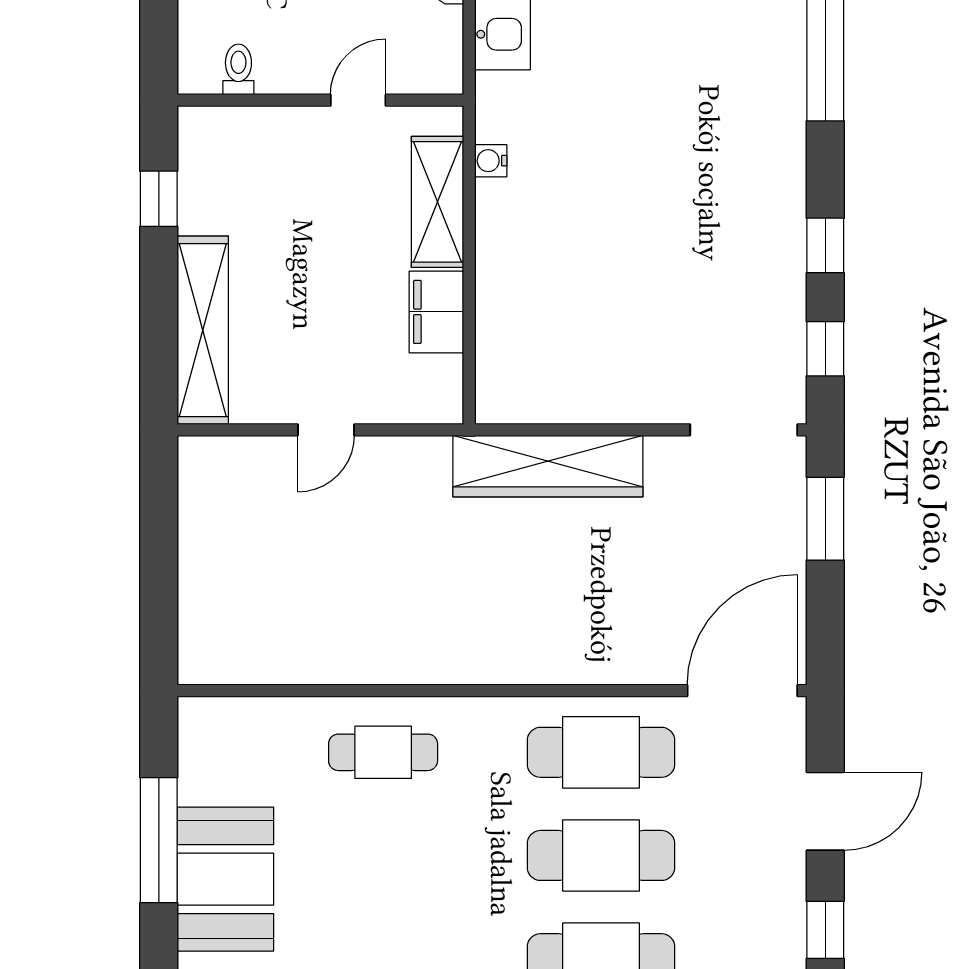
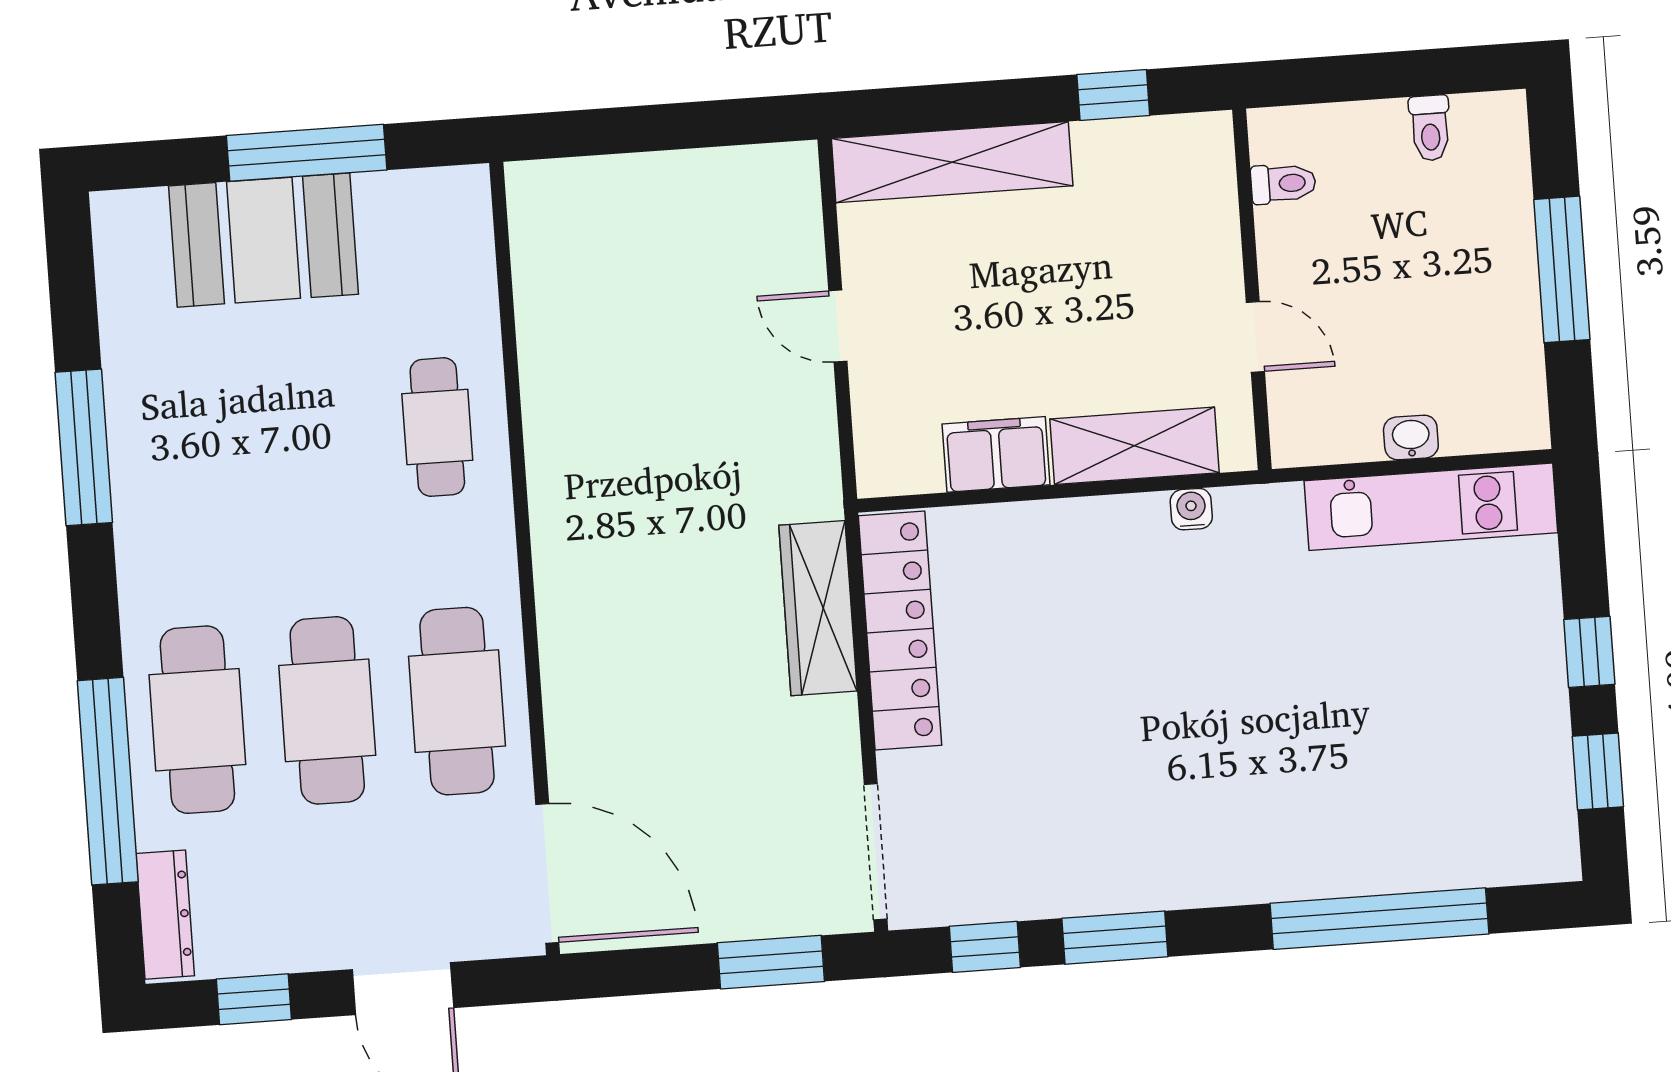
window: (825, 245) -> (1115, 938), width x1.50
locker: (570, 398) -> (900, 630), added
wardrobe: (548, 466) -> (818, 608), width x0.71, depth x0.85

